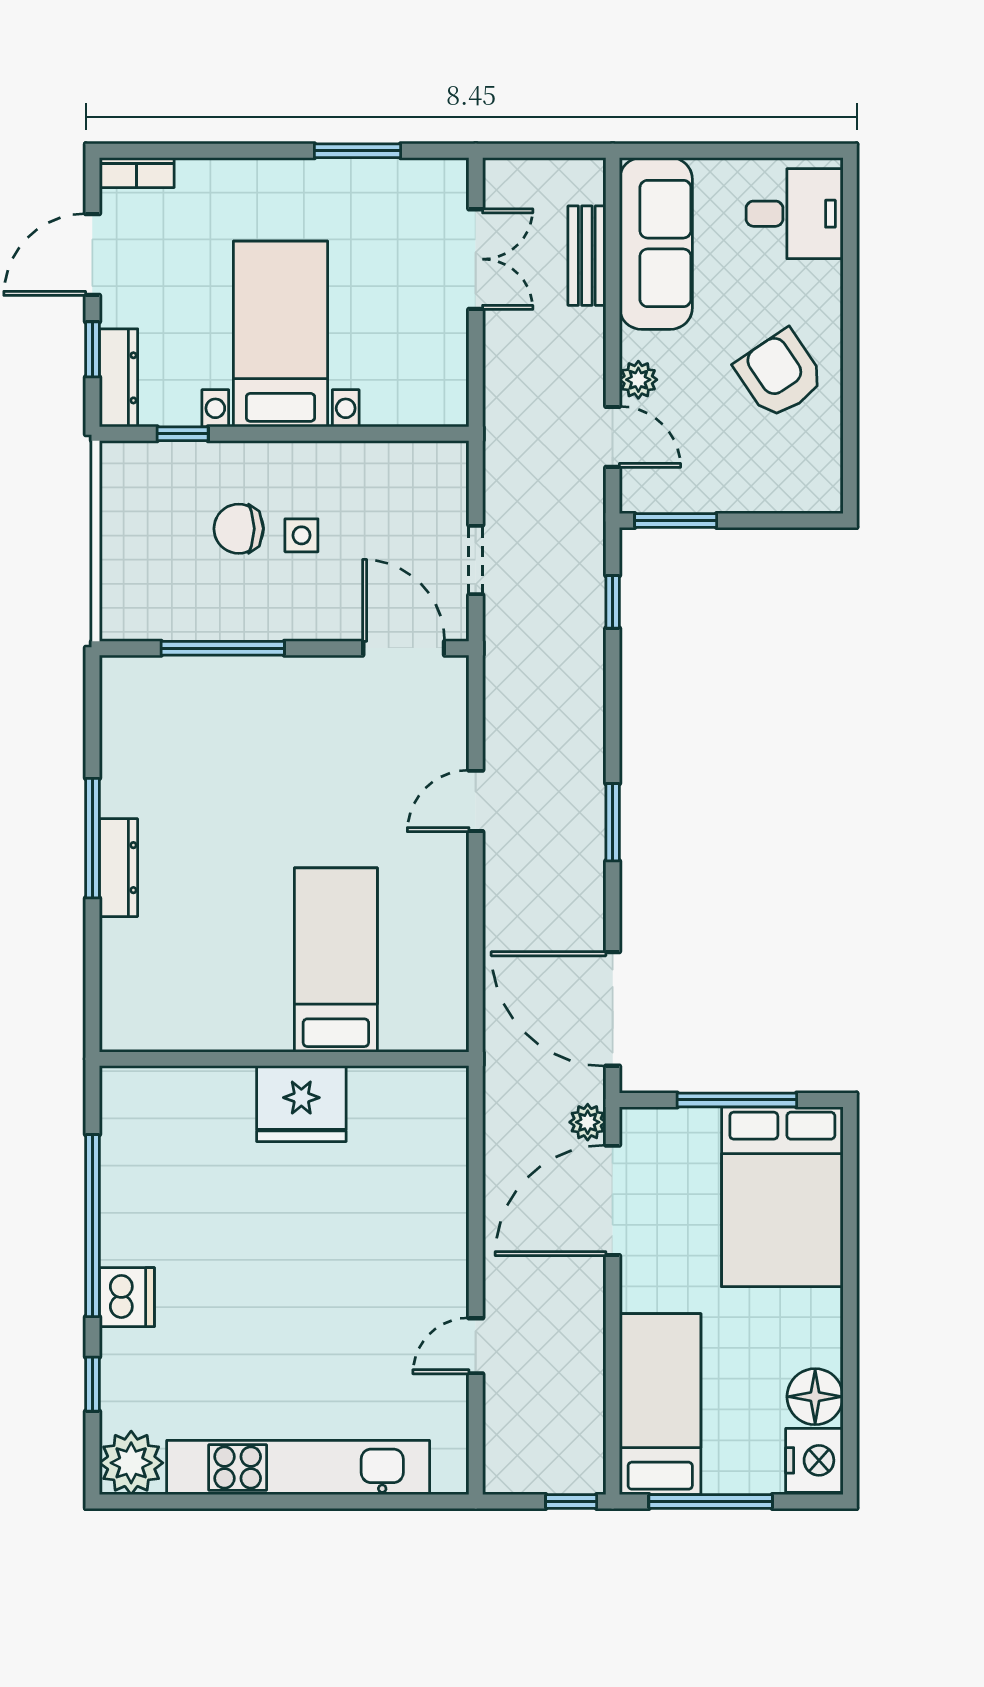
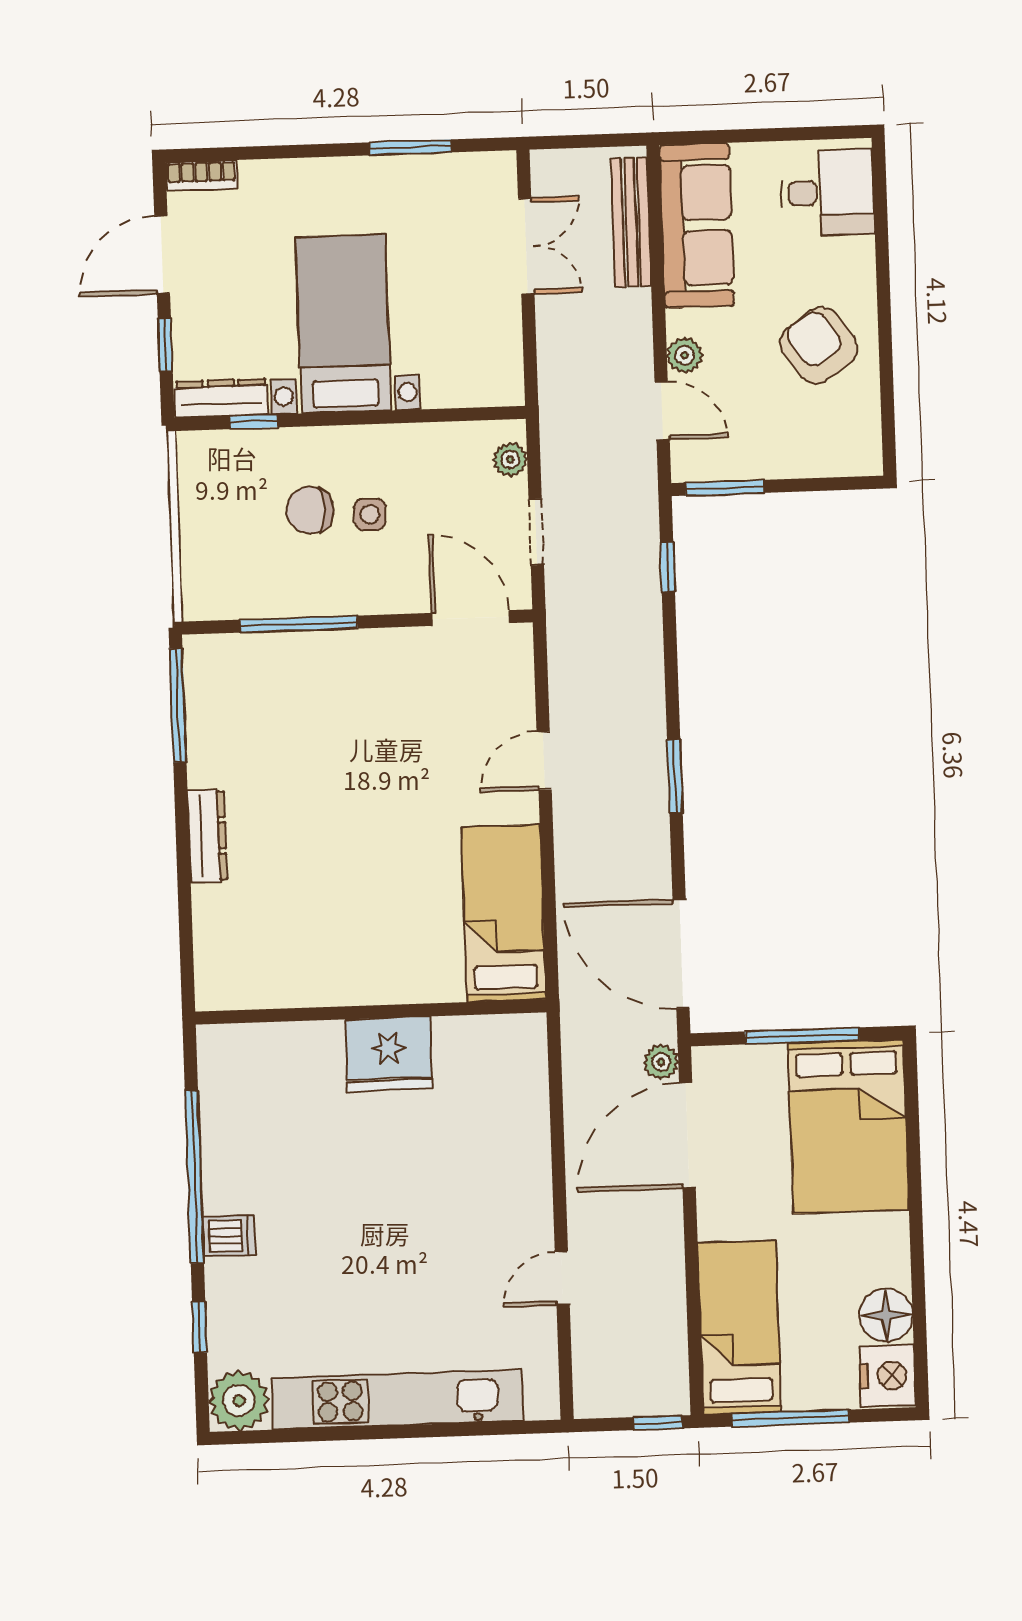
bench: (587, 256) -> (631, 222), width x1.36
dresser: (118, 378) -> (221, 398), moved, turned -90
plant: (451, 483) -> (510, 459), added
window: (92, 838) -> (178, 705), moved
bed: (336, 960) -> (504, 913), moved
dishwasher: (127, 1297) -> (229, 1236), width x0.73

